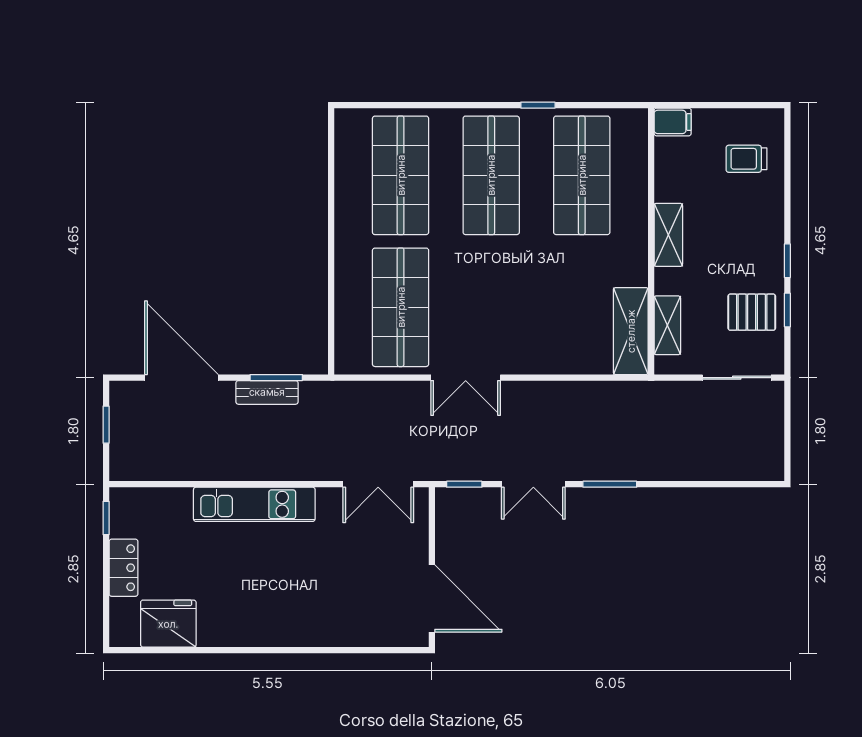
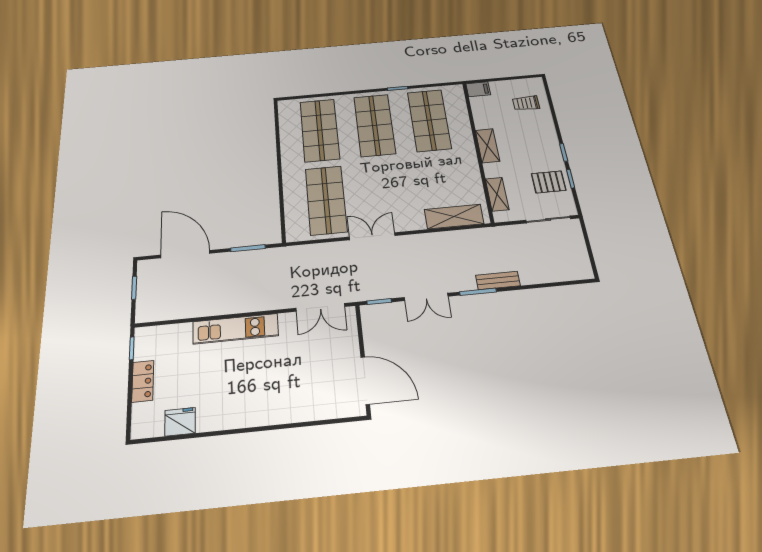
shelving: (631, 331) -> (454, 217), moved, turned 90
double door: (466, 378) -> (372, 236), swing flipped
bench: (267, 392) -> (498, 280), moved
fridge: (168, 624) -> (180, 422), width x0.73, depth x0.75

